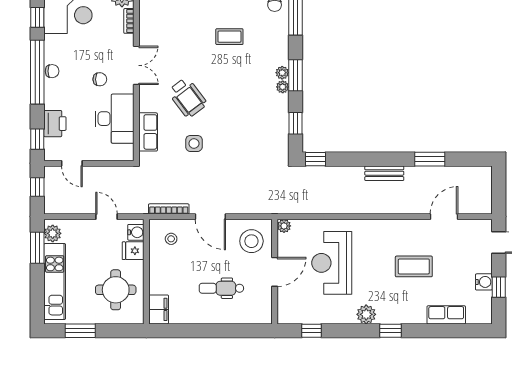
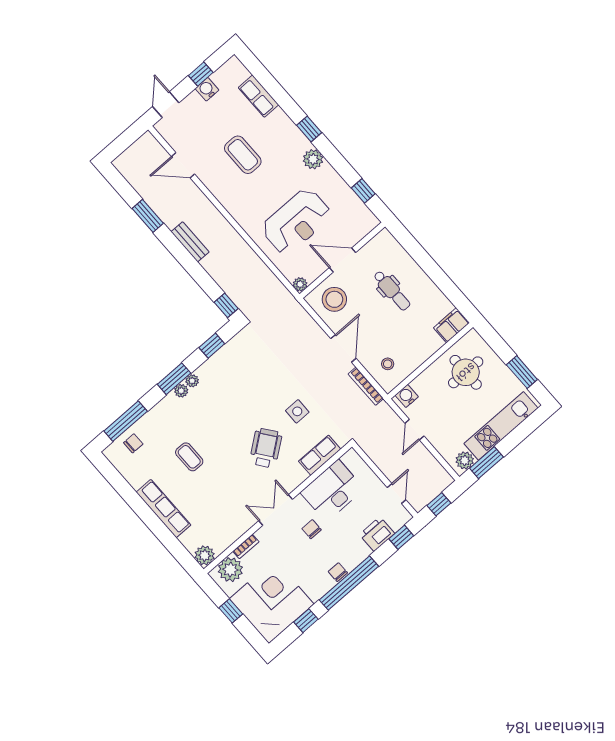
fridge: (133, 251) -> (423, 385), removed

